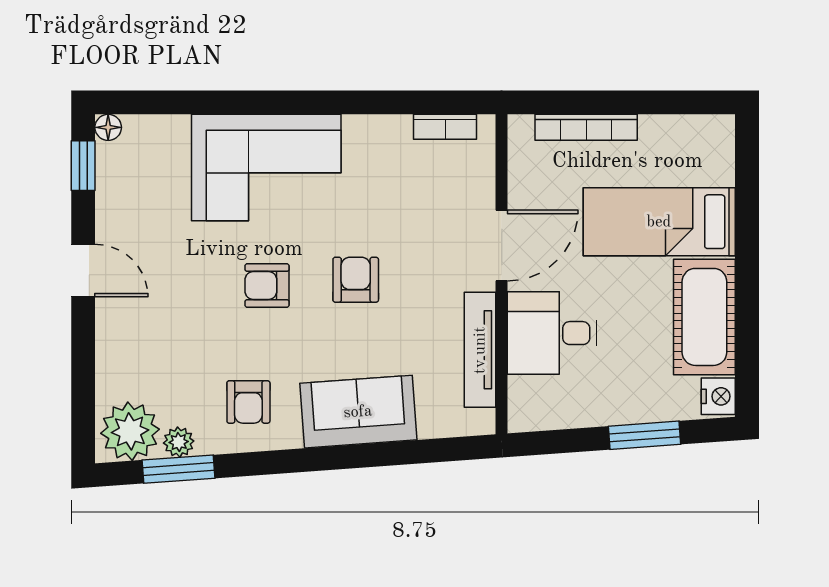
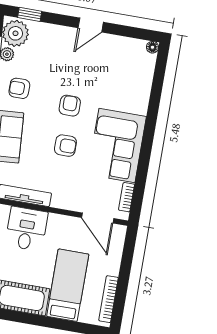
bookcase: (586, 127) -> (109, 299), moved
window: (83, 166) -> (30, 14), moved
corner sofa: (266, 167) -> (117, 145), moved
door: (502, 245) -> (98, 218), moved

